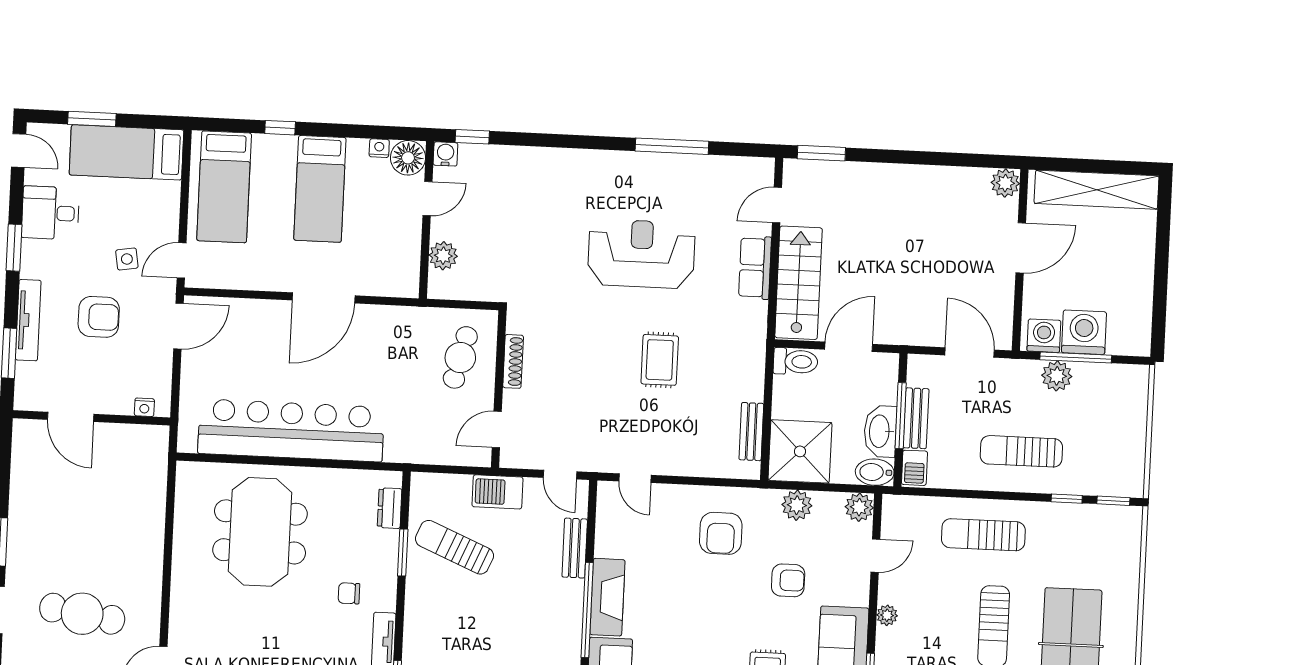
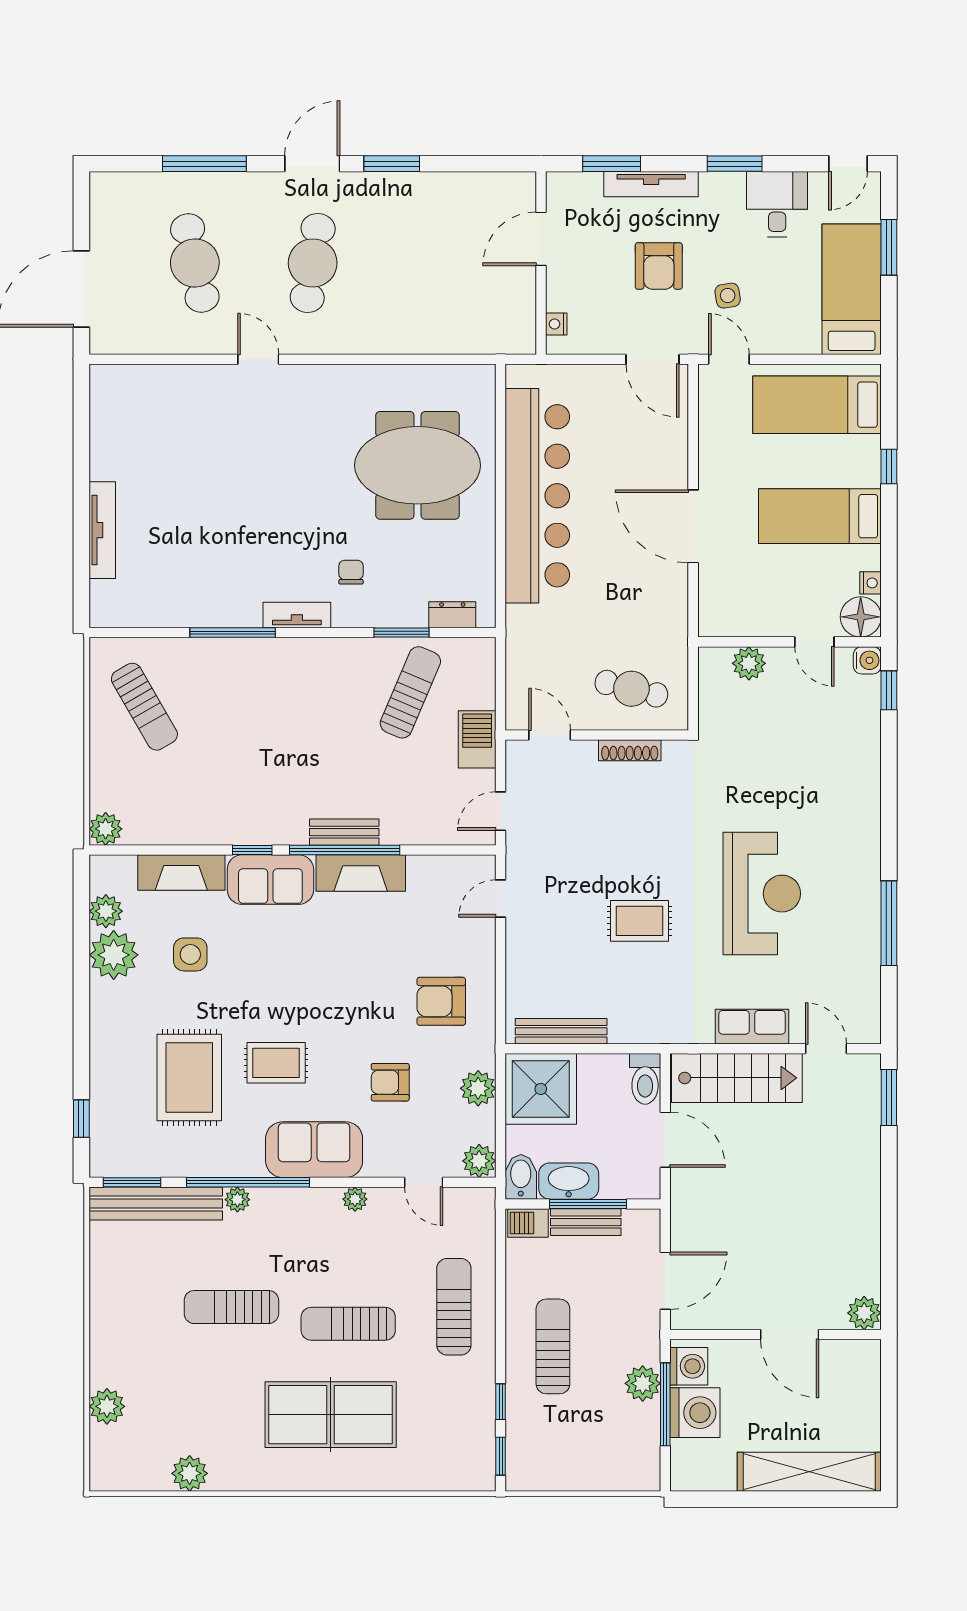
shelving: (1097, 190) -> (809, 1472), moved, turned 90
bench: (751, 432) -> (561, 1031), width x1.36
bench: (575, 548) -> (344, 832), moved
armchair: (788, 580) -> (390, 1082), turned 90

